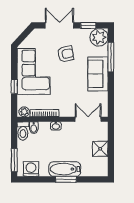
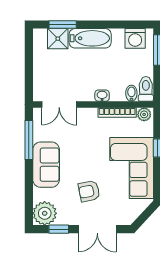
window: (111, 57) -> (29, 140), moved
shower: (100, 149) -> (58, 39), moved
window: (66, 179) -> (63, 24), moved

